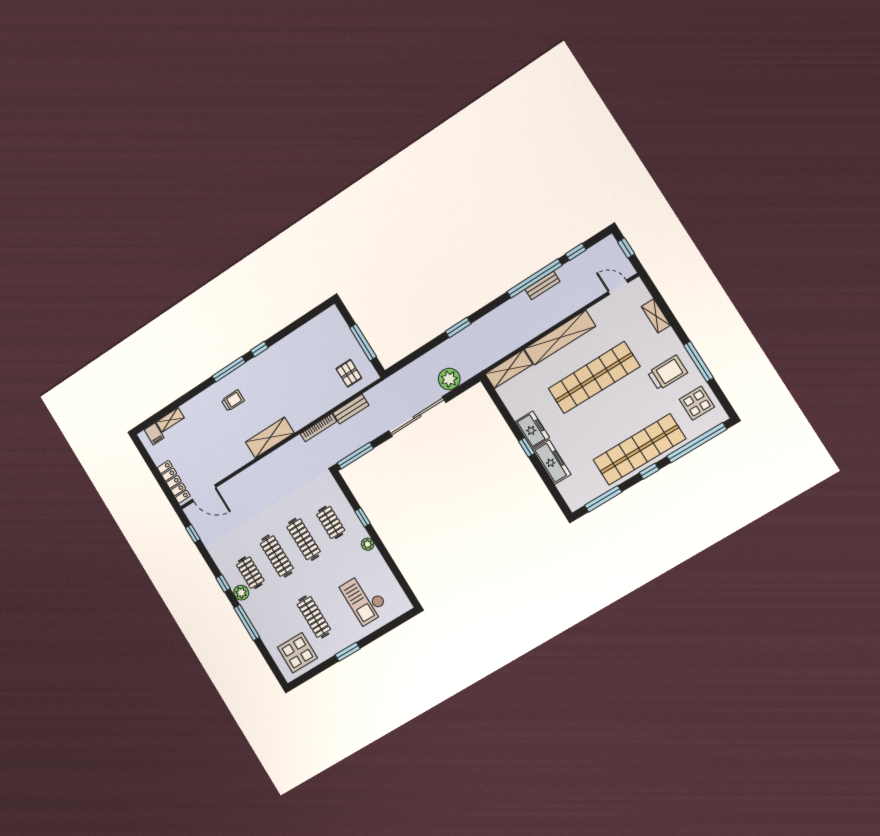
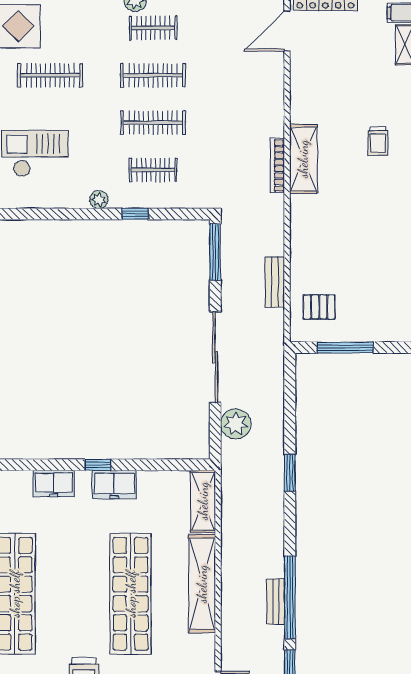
bookcase: (318, 428) -> (277, 166), moved
freezer: (552, 462) -> (54, 484), width x0.71

